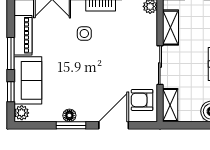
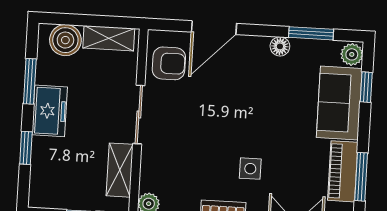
window: (11, 54) -> (361, 177), moved
shelving: (170, 105) -> (109, 38), moved, turned 90
window: (71, 125) -> (311, 33), moved

